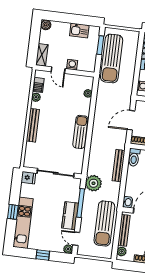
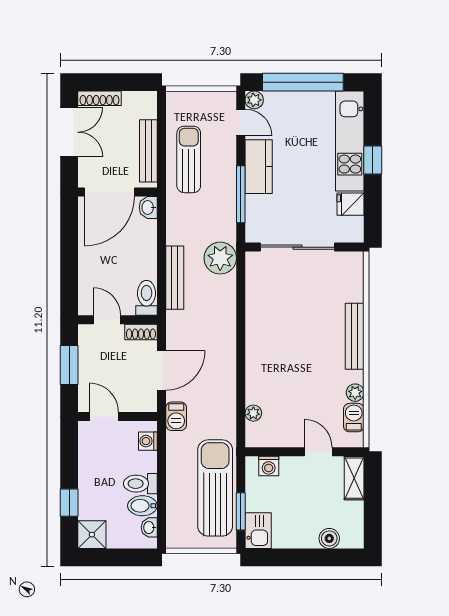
boiler: (46, 25) -> (329, 538), moved
kitchen sink: (79, 30) -> (258, 531), moved, turned 90
washing machine: (72, 65) -> (269, 466), moved
barbecue: (127, 97) -> (176, 416), added
sun lounger: (80, 132) -> (259, 335), removed
fridge: (28, 178) -> (351, 204), moved
plant: (93, 183) -> (220, 258), moved
sun lounger: (104, 224) -> (189, 159), width x0.73, depth x0.75
plant: (122, 251) -> (148, 108), removed
window: (43, 255) -> (303, 82), width x3.17

